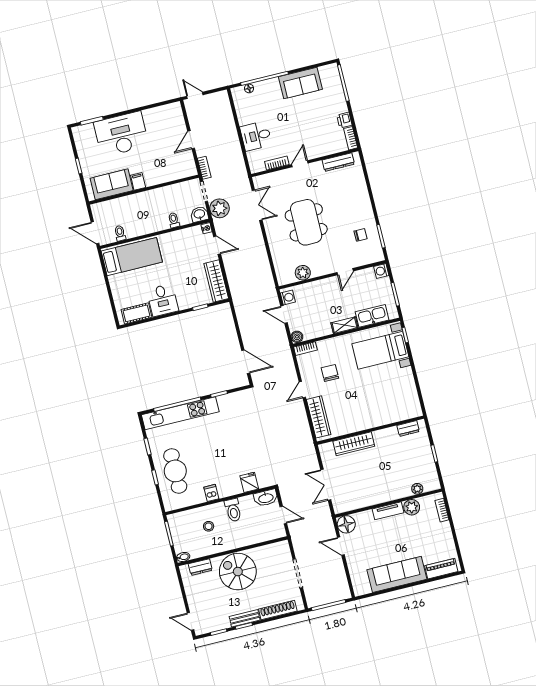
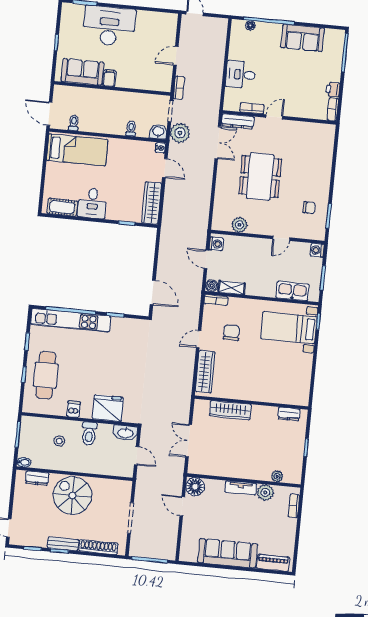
dresser: (338, 162) -> (238, 121), moved
shelving: (344, 325) -> (232, 288), moved
fridge: (249, 482) -> (108, 408), width x1.88, depth x1.34

